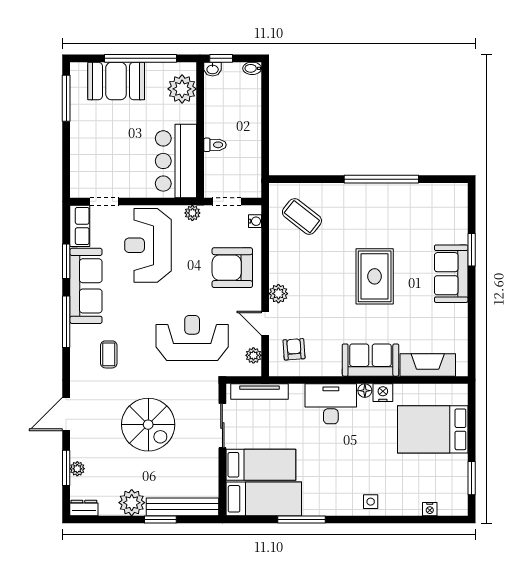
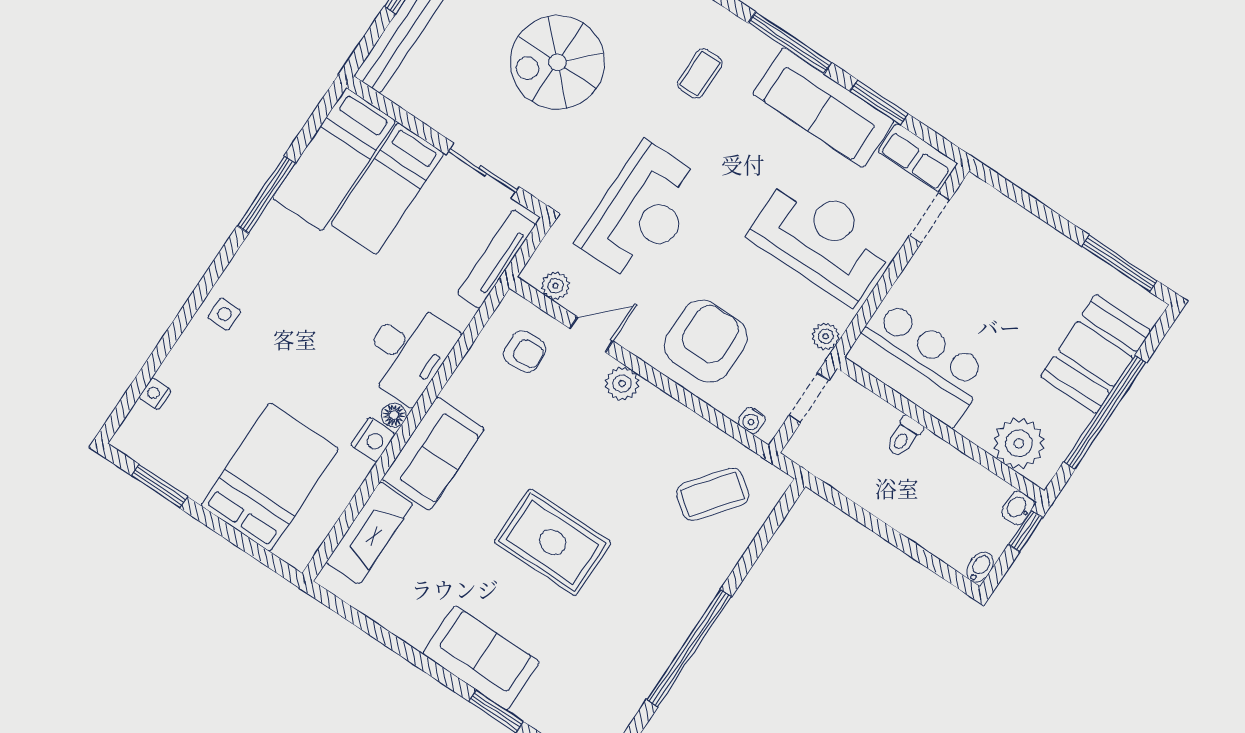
coffee table: (109, 354) -> (700, 73), turned 90

